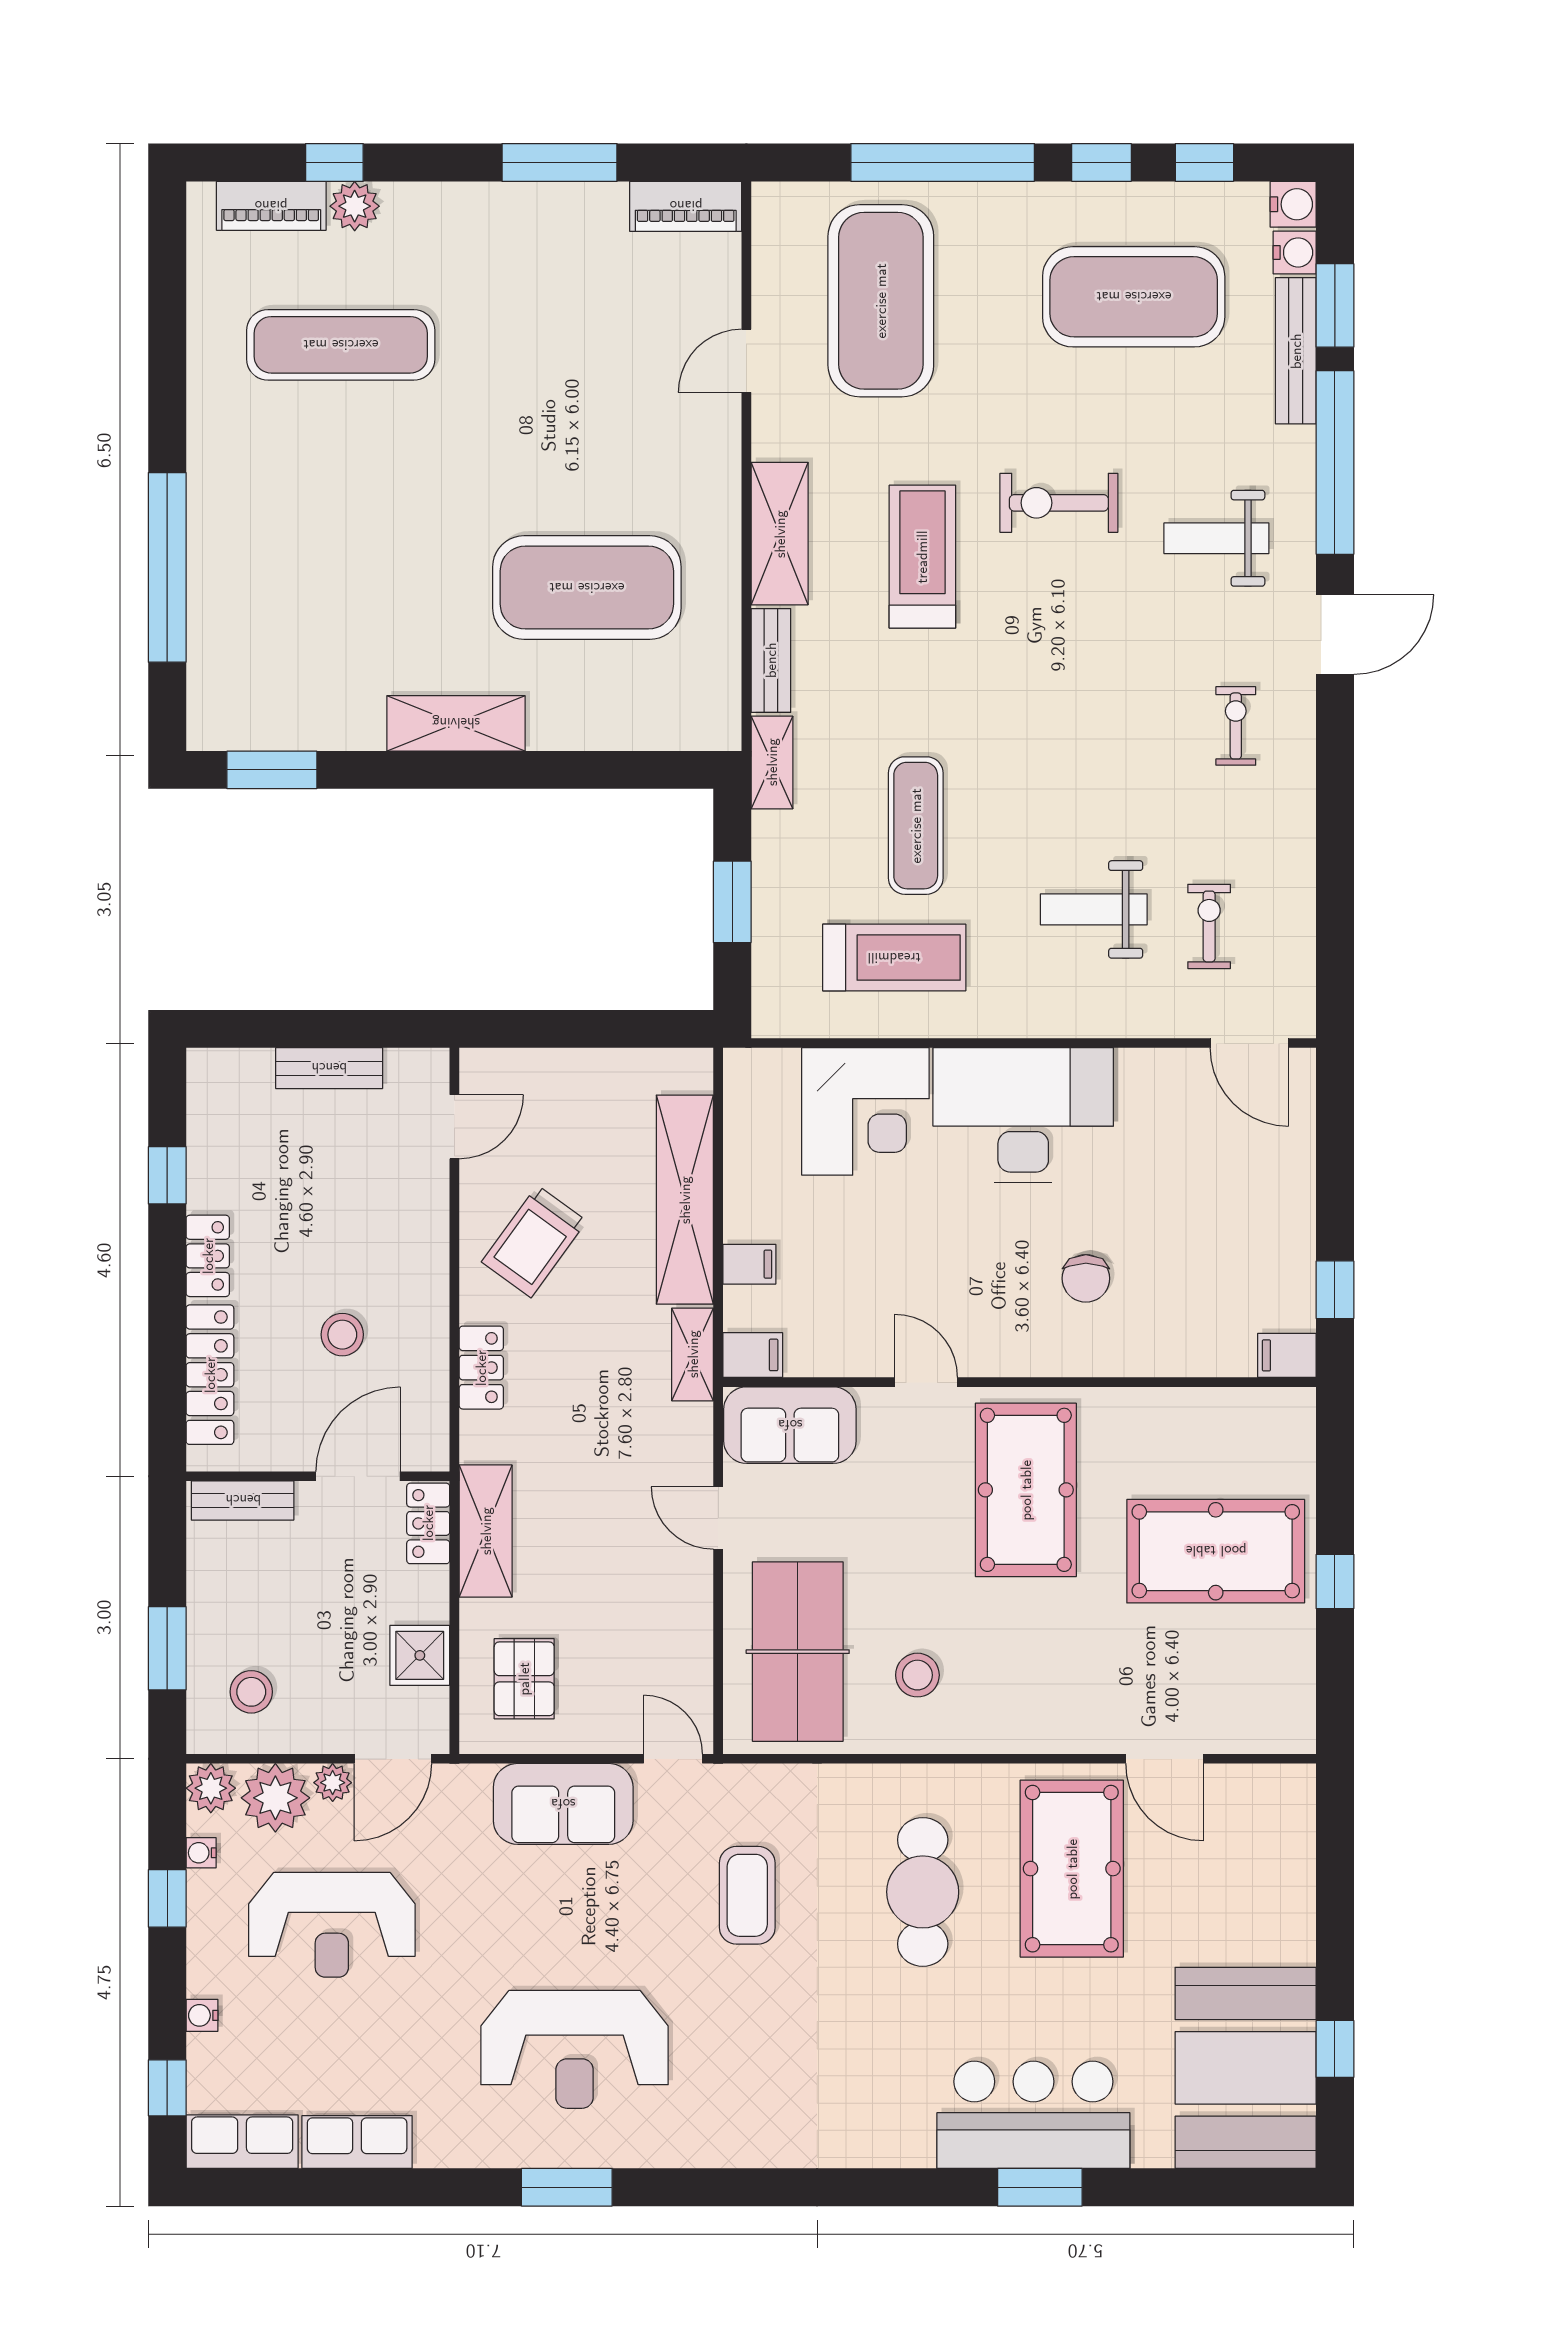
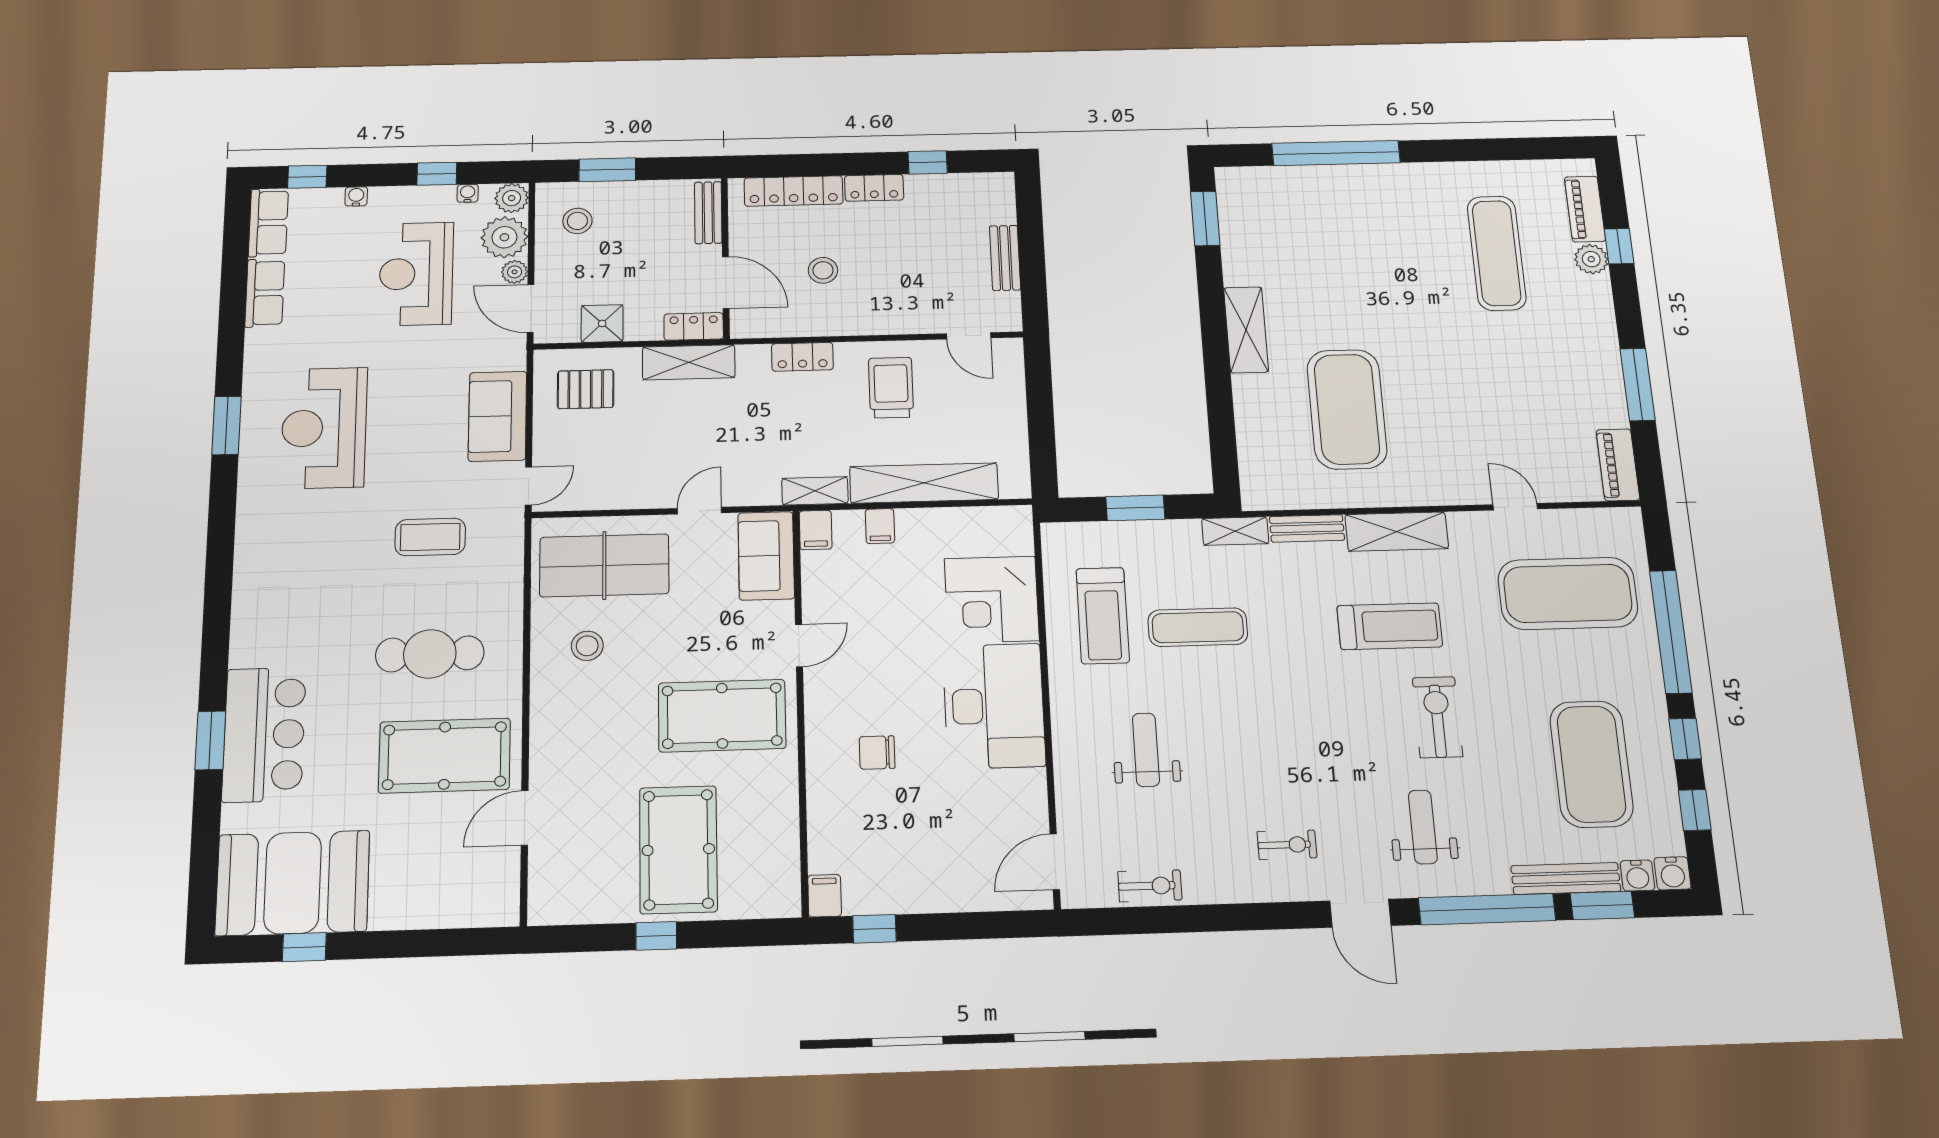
exercise bike: (1209, 926) -> (1150, 886), moved
trolley: (534, 1241) -> (891, 388), turned 54

